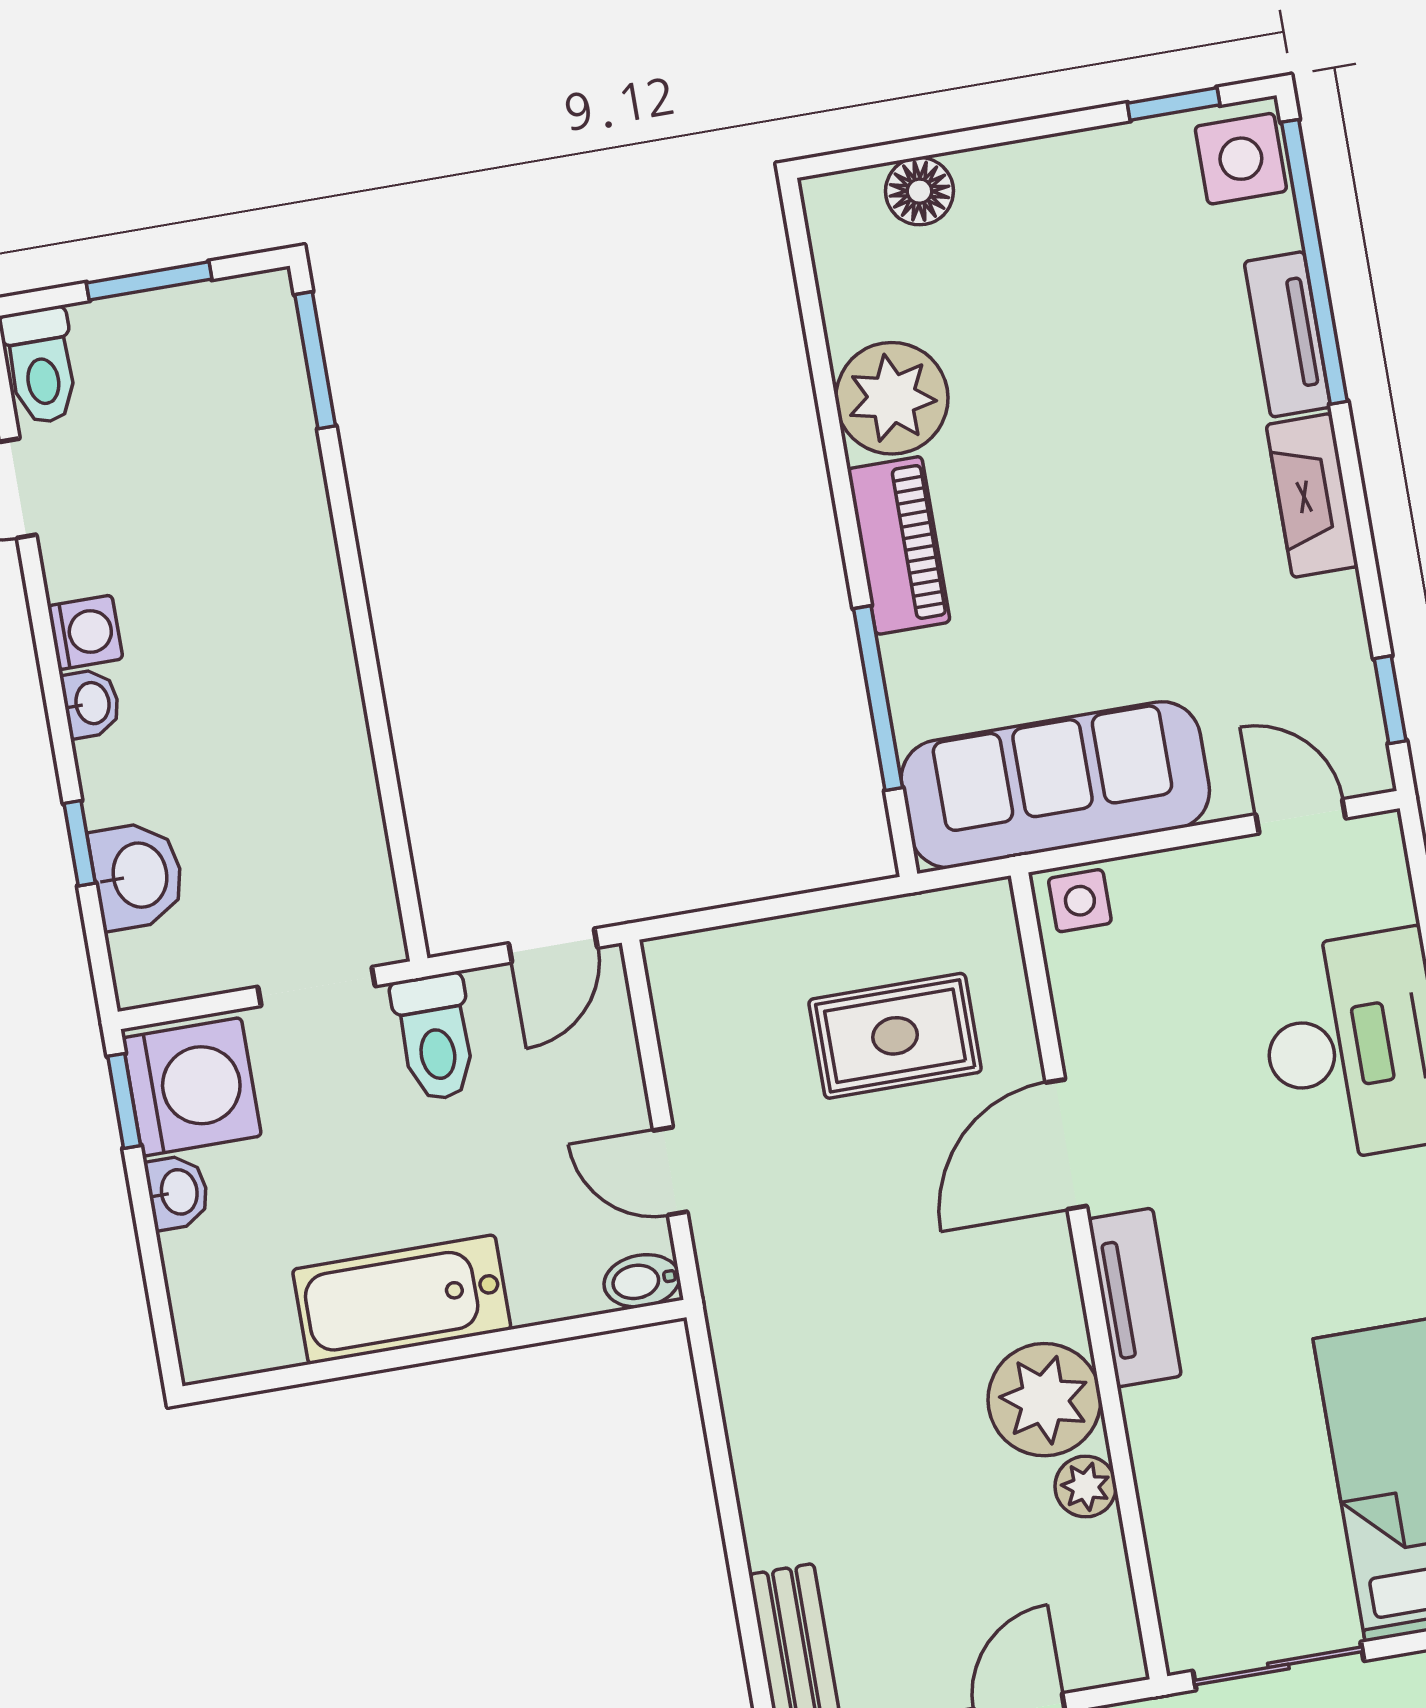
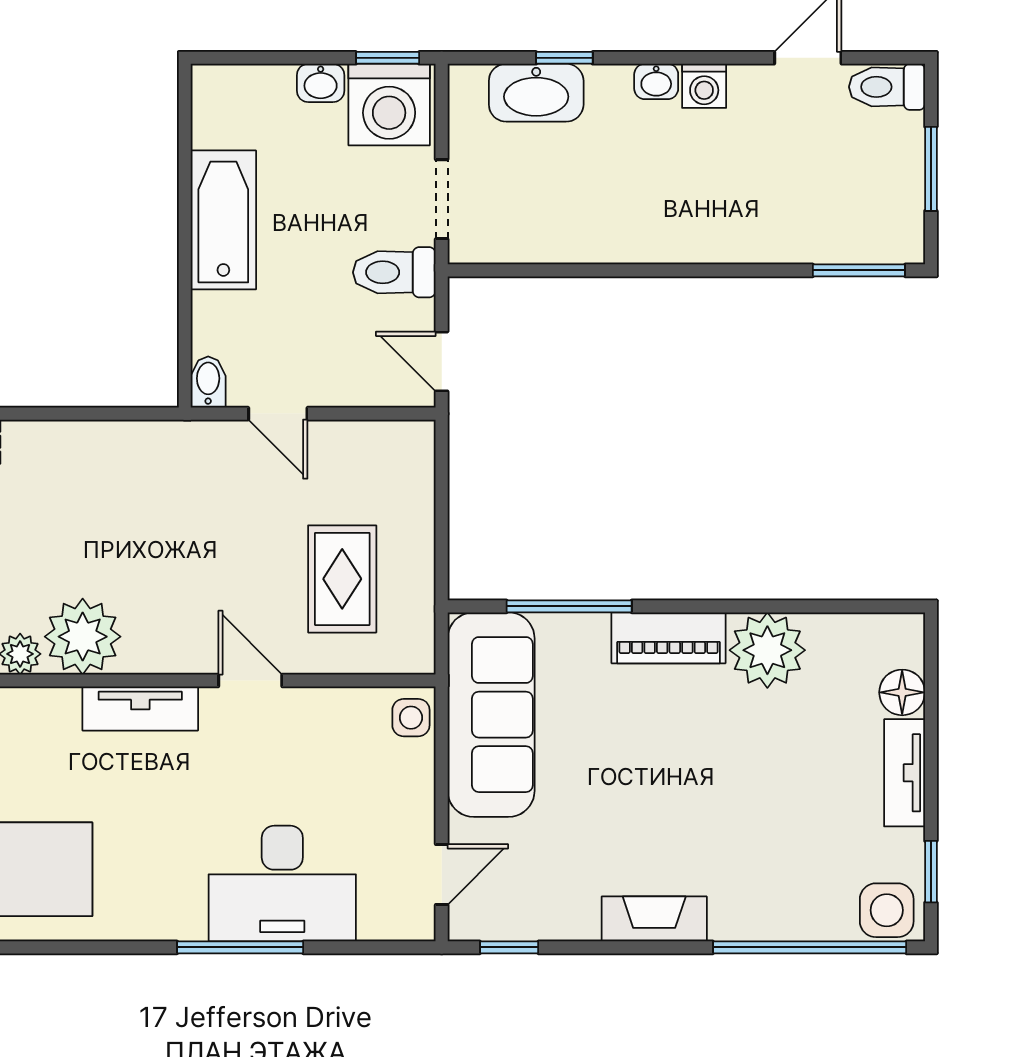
tv unit: (1287, 334) -> (905, 773), moved, turned -90
washbasin: (137, 876) -> (536, 93), width x1.38
door: (1066, 1144) -> (250, 681), width x0.73
door: (670, 1171) -> (278, 414), swing flipped

